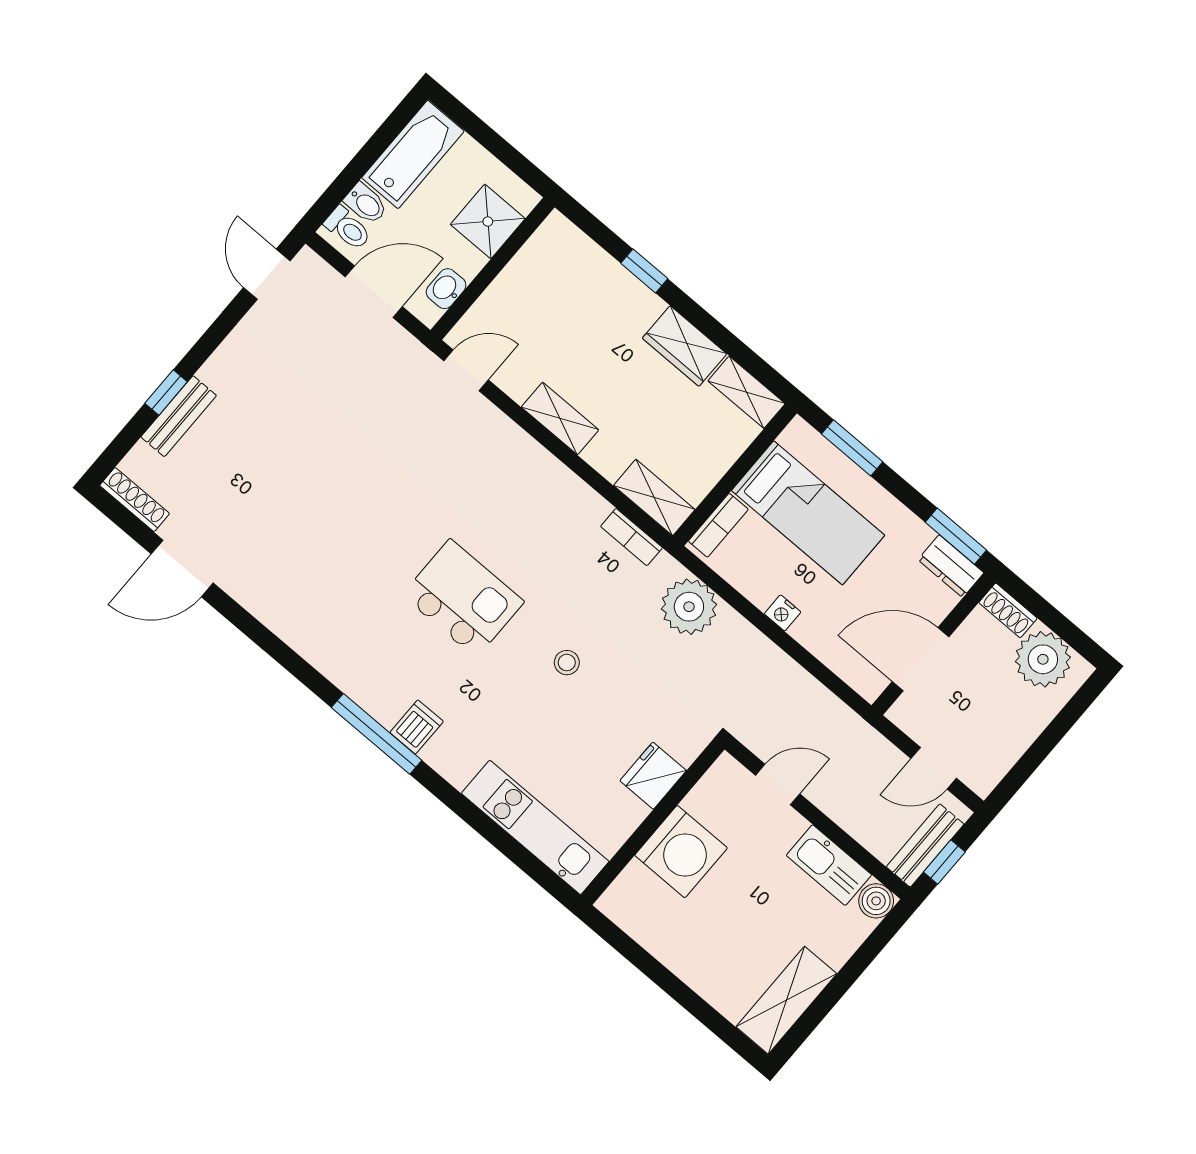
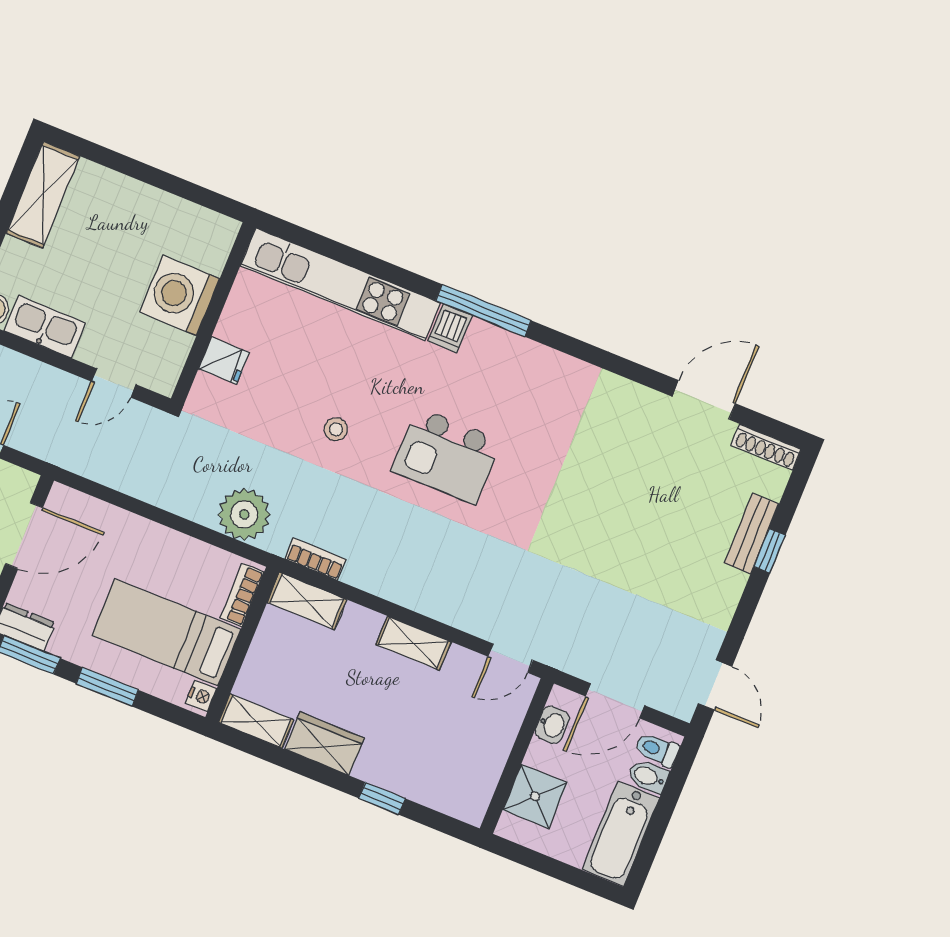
window: (852, 448) -> (107, 687), moved
nightstand: (783, 613) -> (201, 696), moved, turned 90
fridge: (653, 776) -> (224, 361), width x0.72
kitchen unit: (535, 827) -> (340, 284), width x1.36

